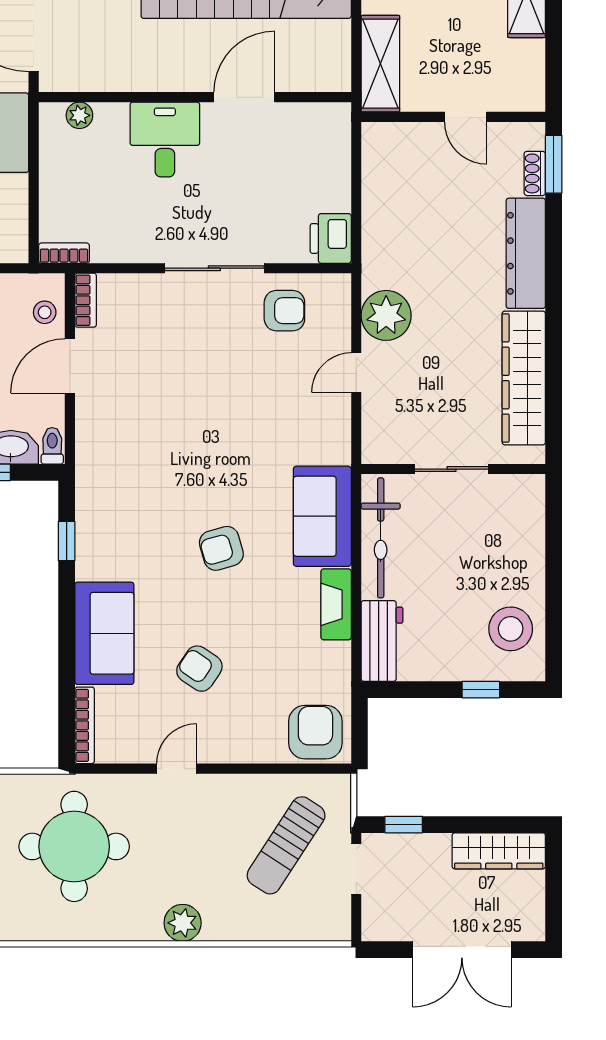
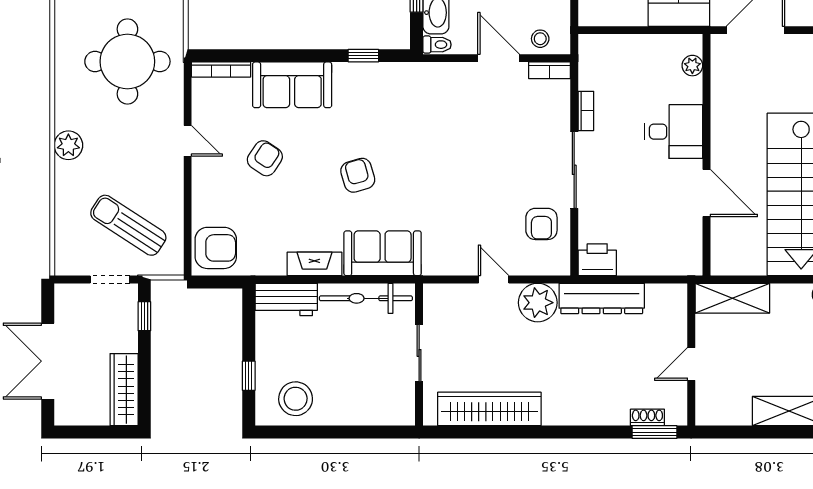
bookcase: (64, 253) -> (586, 111), moved
dresser: (526, 253) -> (602, 298), moved, turned 180

